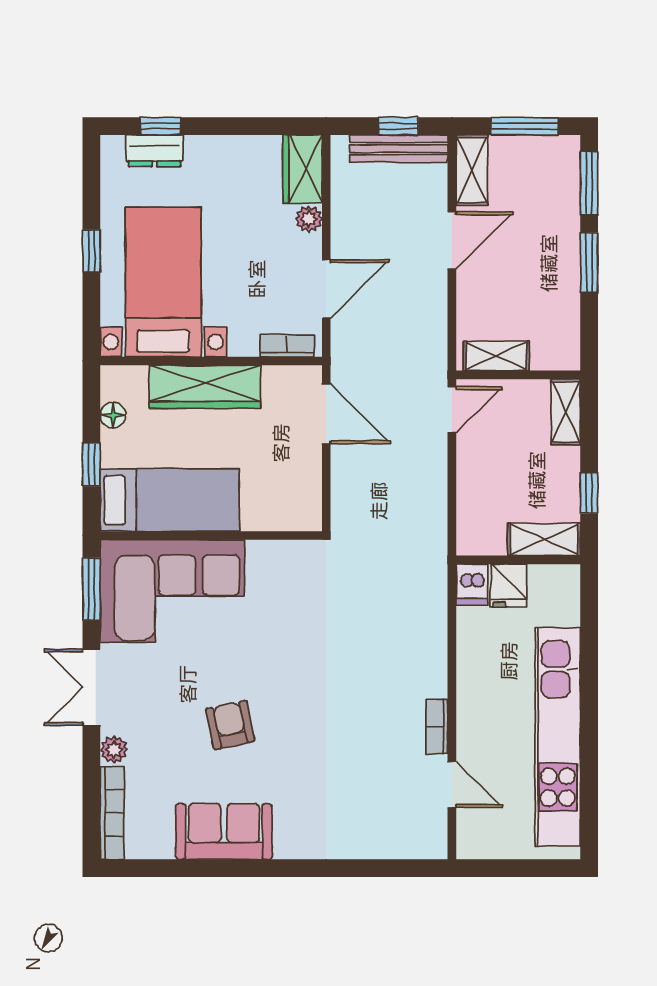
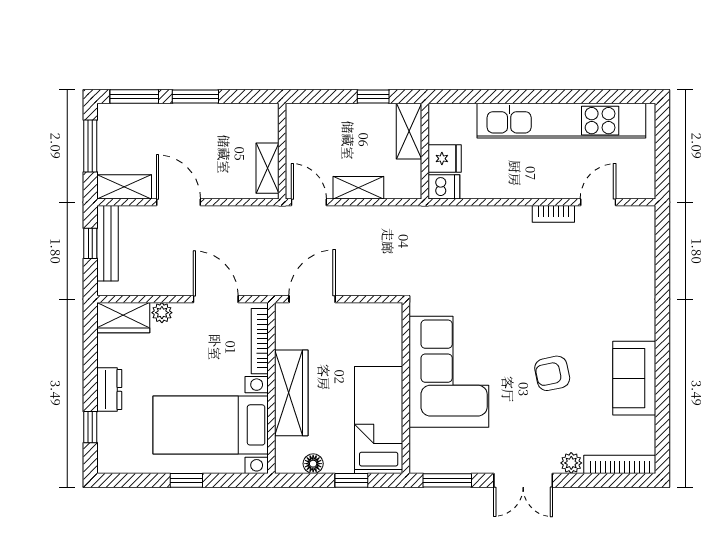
dresser: (155, 151) -> (109, 389), moved
bookcase: (287, 346) -> (260, 341), width x1.56
shelving: (566, 412) -> (358, 188), moved
corner sofa: (172, 591) -> (449, 372), moved

